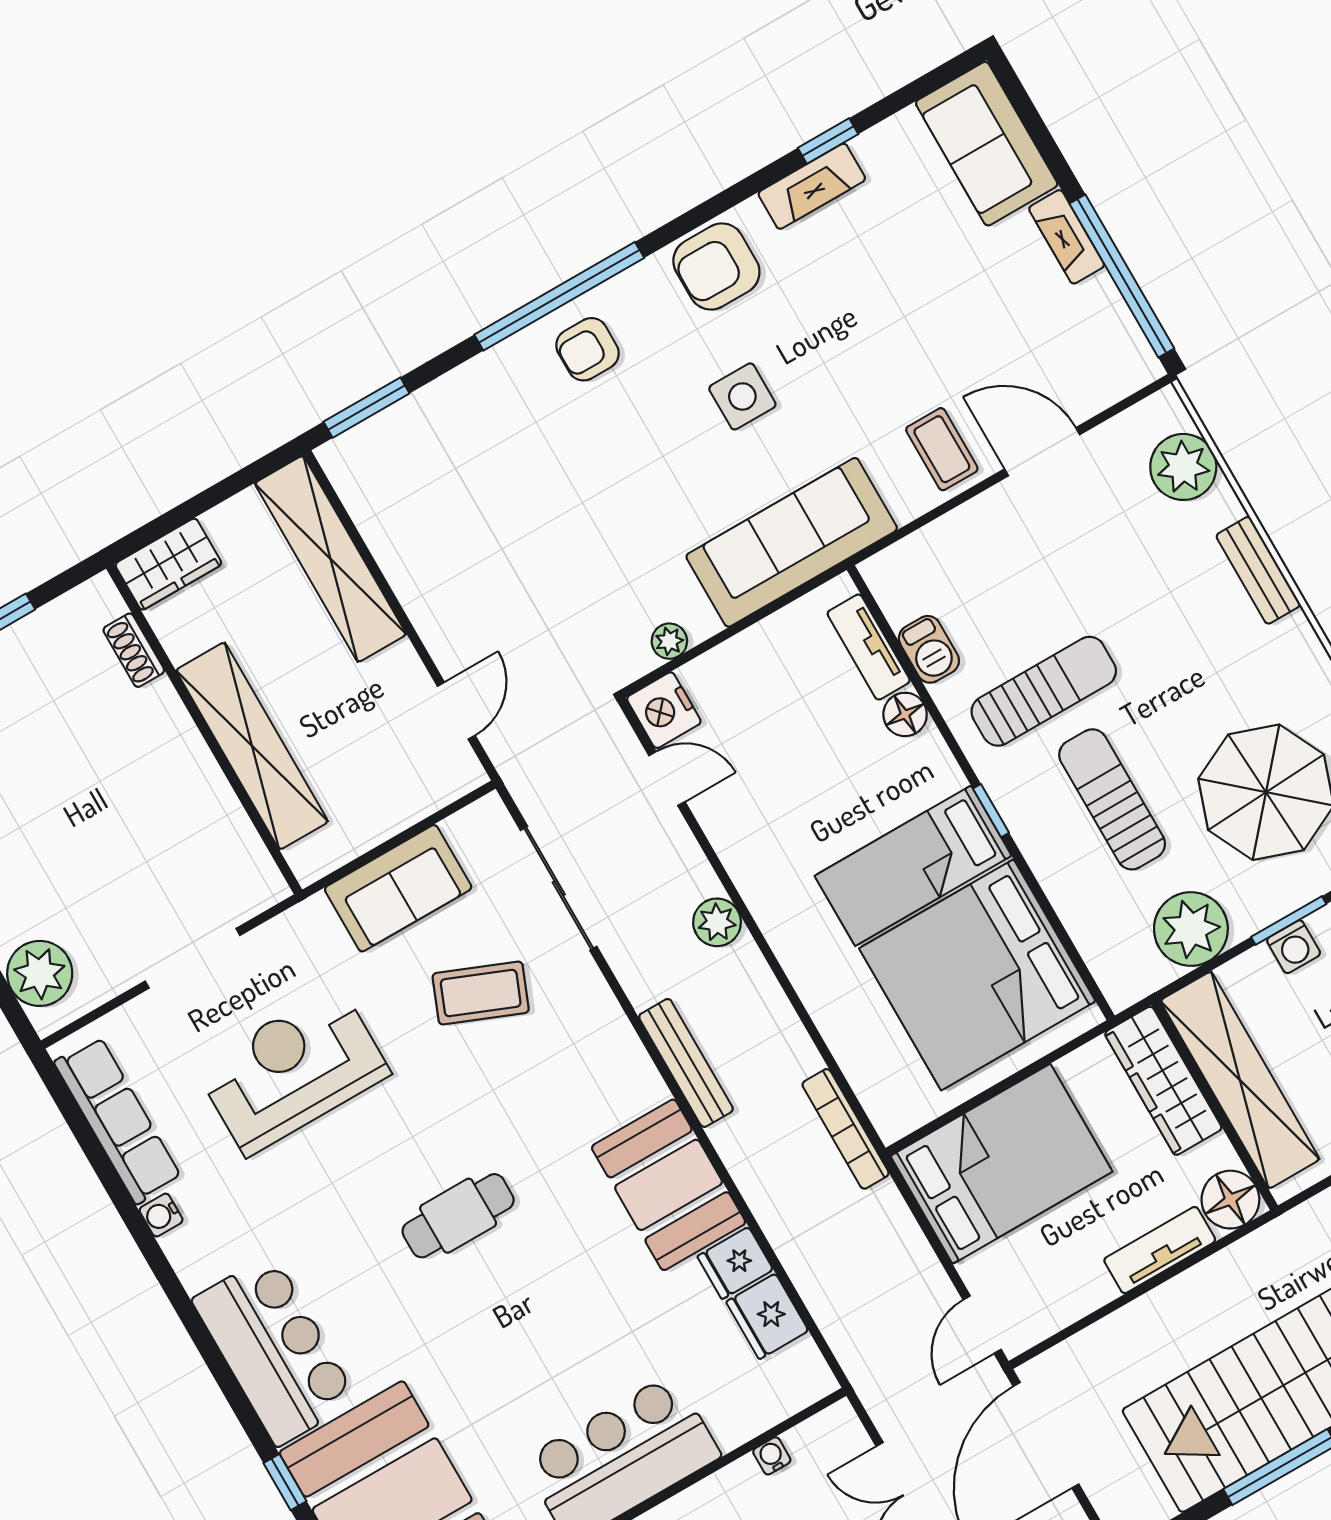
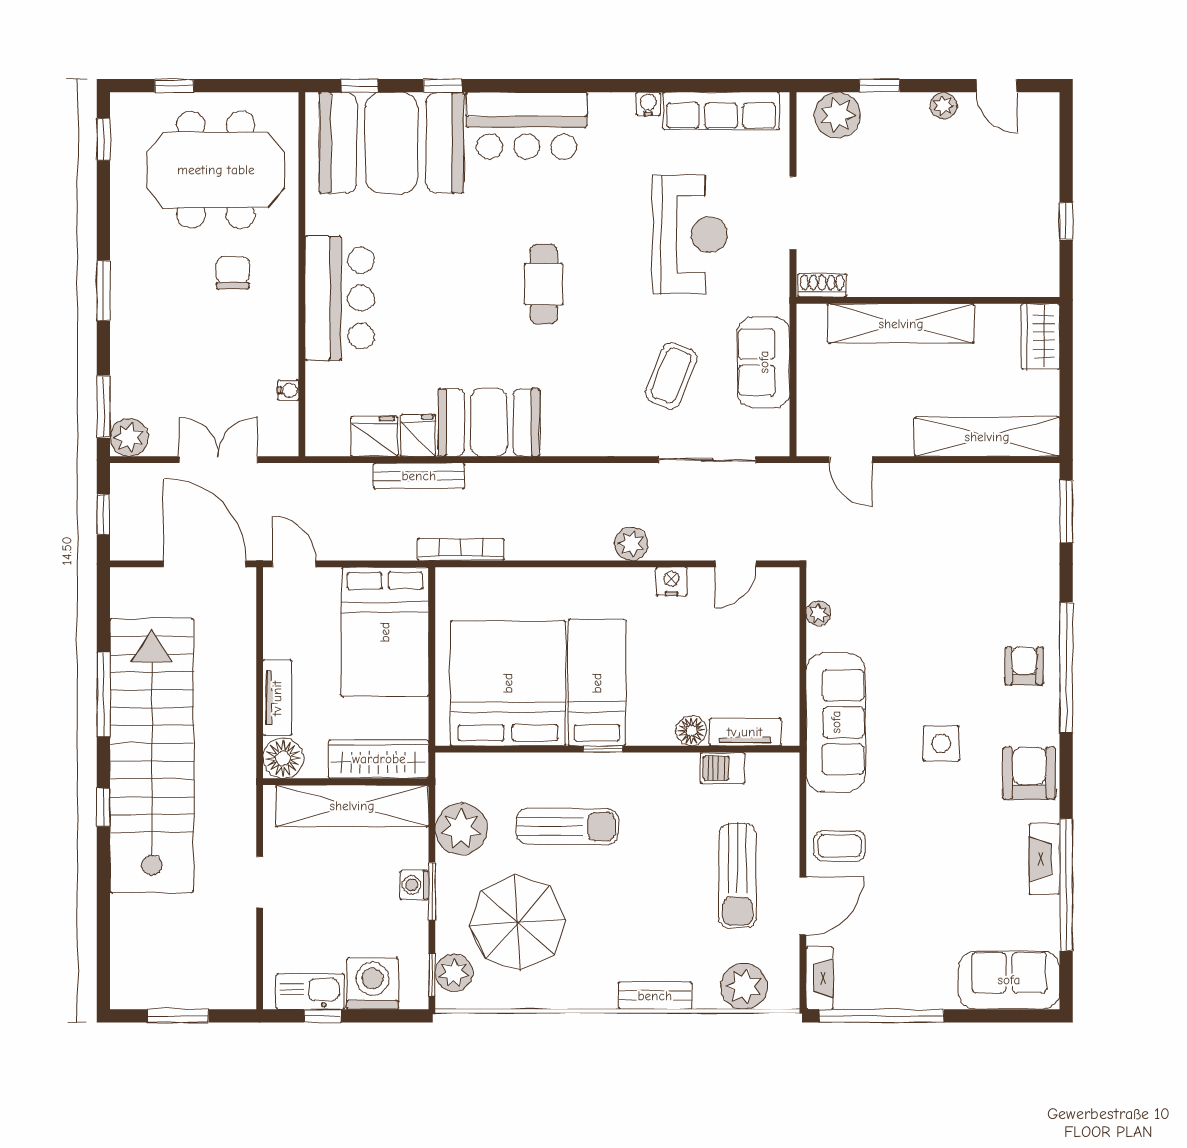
window: (828, 141) -> (1066, 885), width x3.17
fireplace: (1067, 237) -> (819, 978), moved, turned 90
shoe rack: (134, 650) -> (822, 285), moved
sun lounger: (1044, 691) -> (738, 876), moved
nightstand: (664, 710) -> (672, 581), moved, width x0.74, depth x0.75
bench: (686, 1063) -> (419, 476), moved

